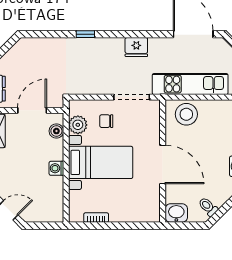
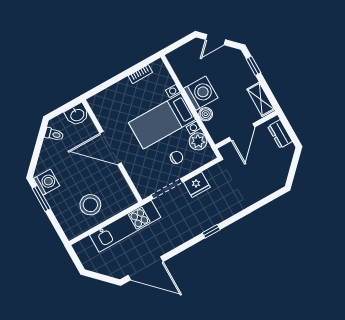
window: (85, 34) -> (211, 231), moved
fridge: (136, 47) -> (197, 185), moved, turned 180
stool: (186, 114) -> (90, 205), moved
boiler: (56, 131) -> (206, 114), moved
washing machine: (56, 168) -> (201, 93), width x1.89, depth x1.89

